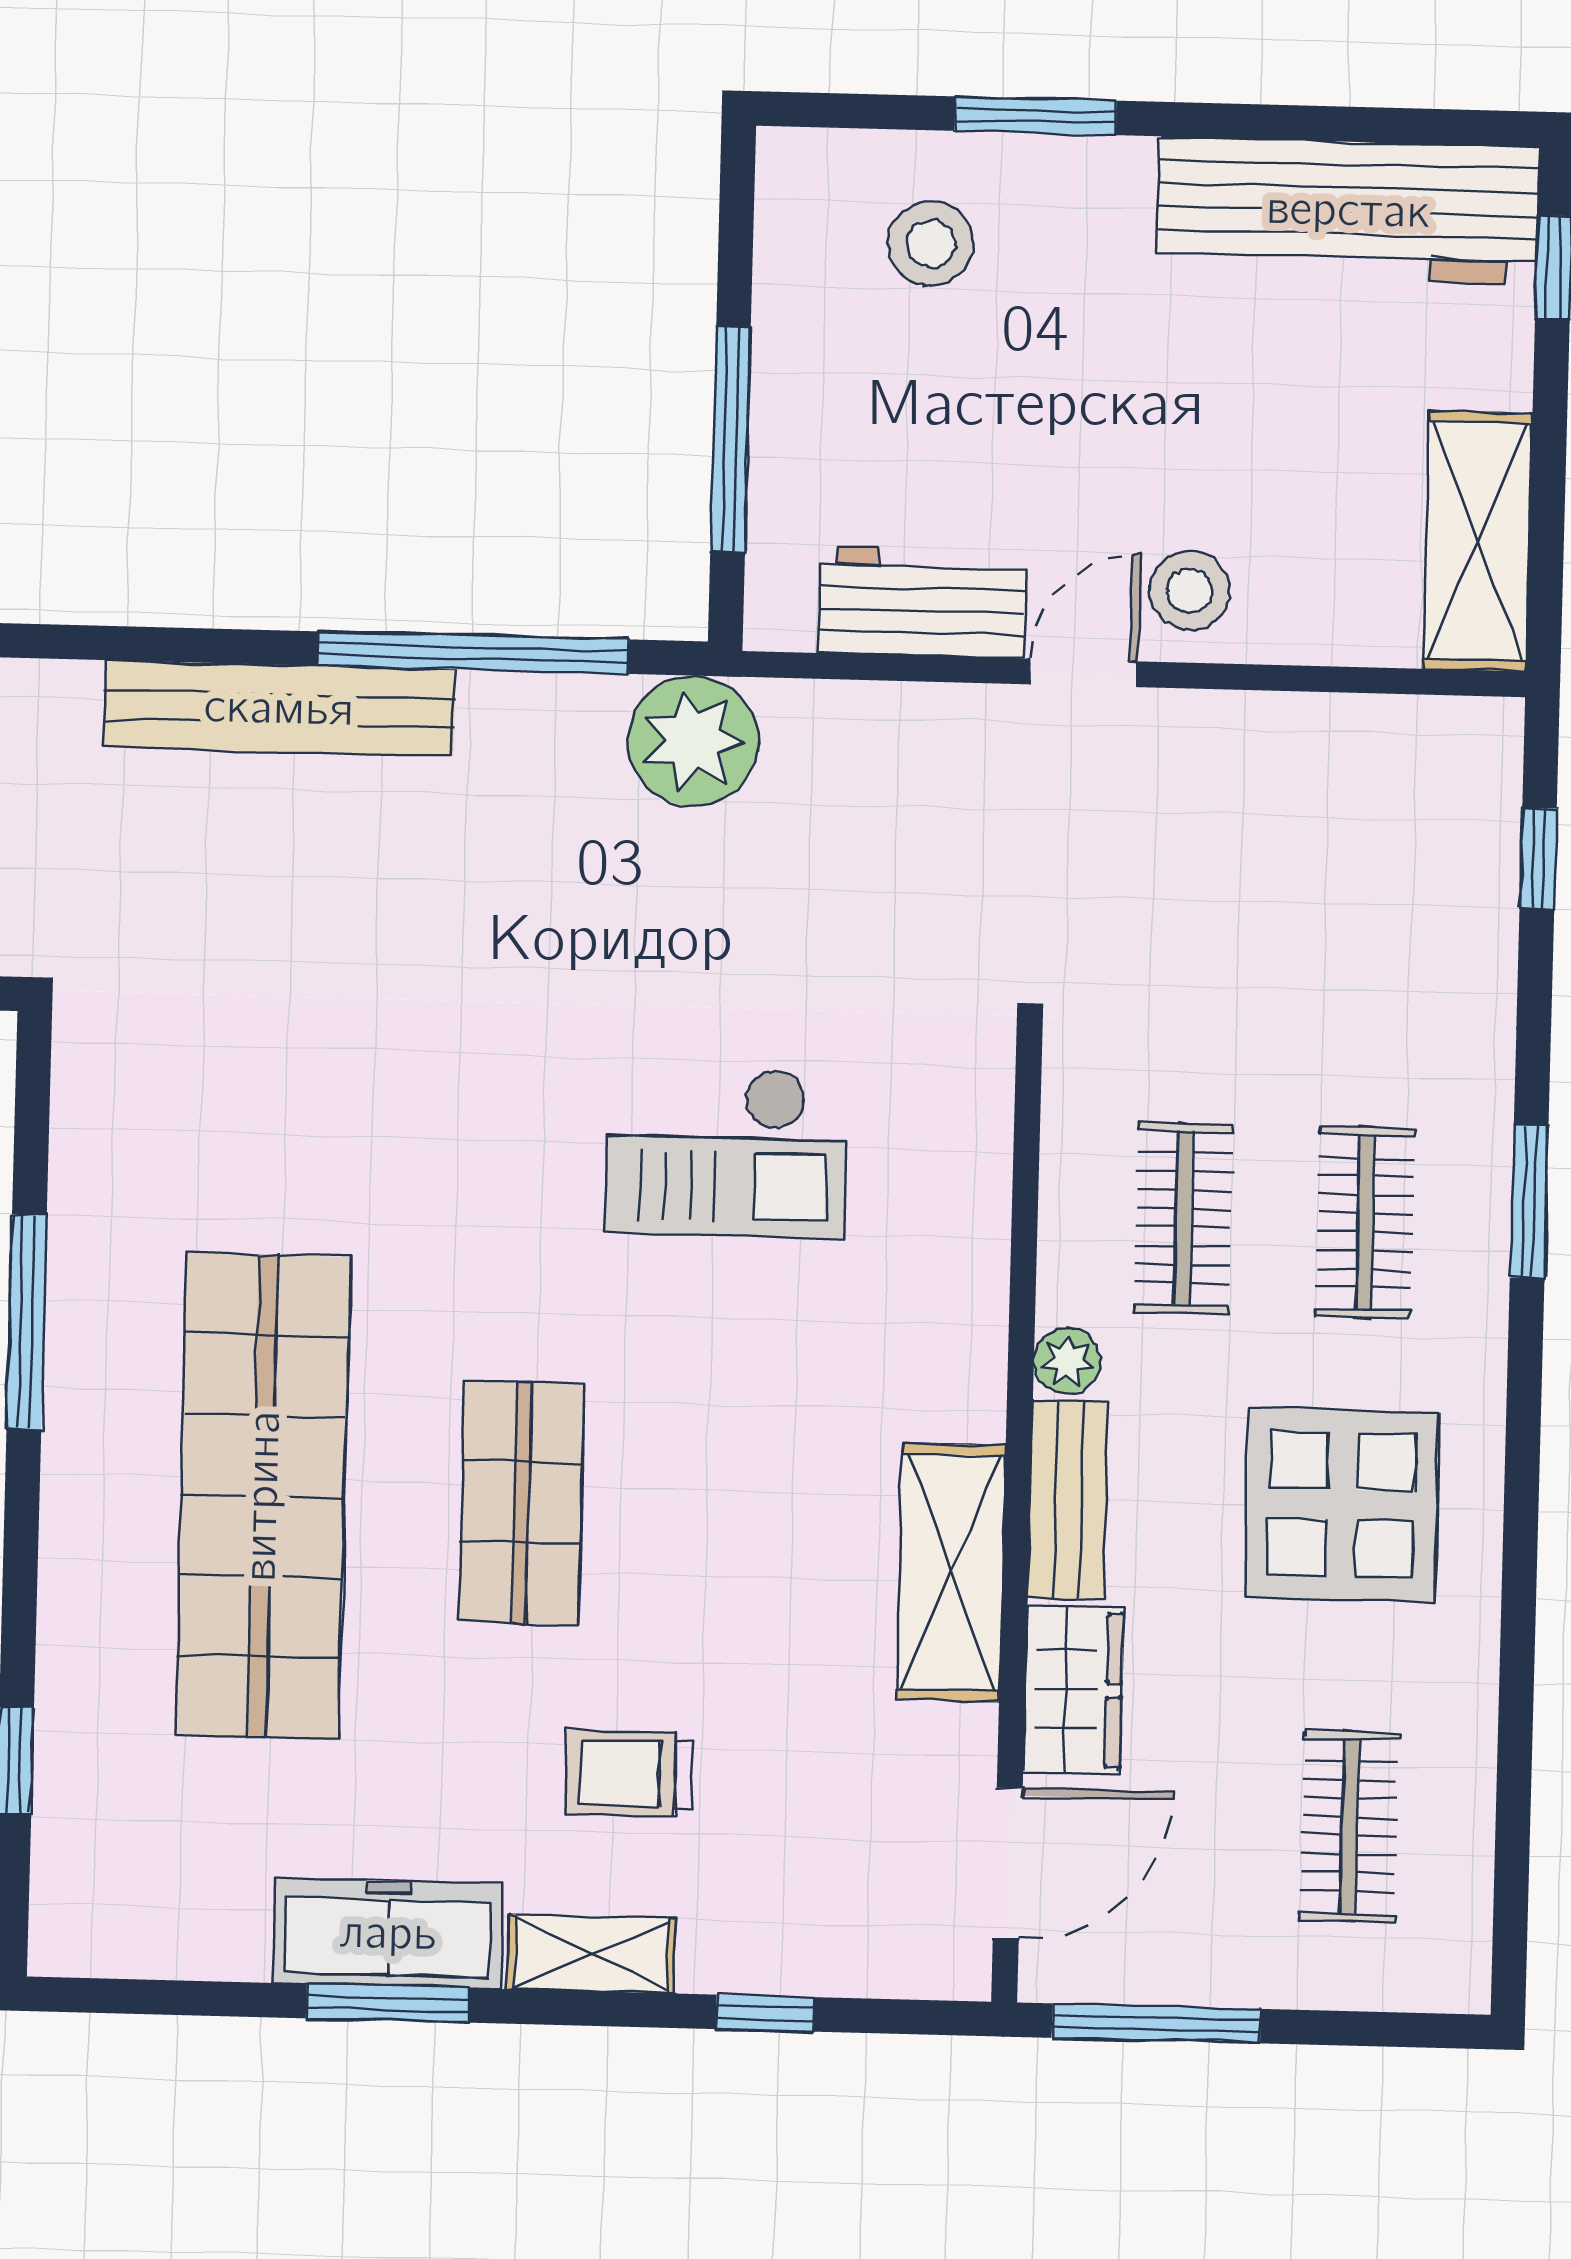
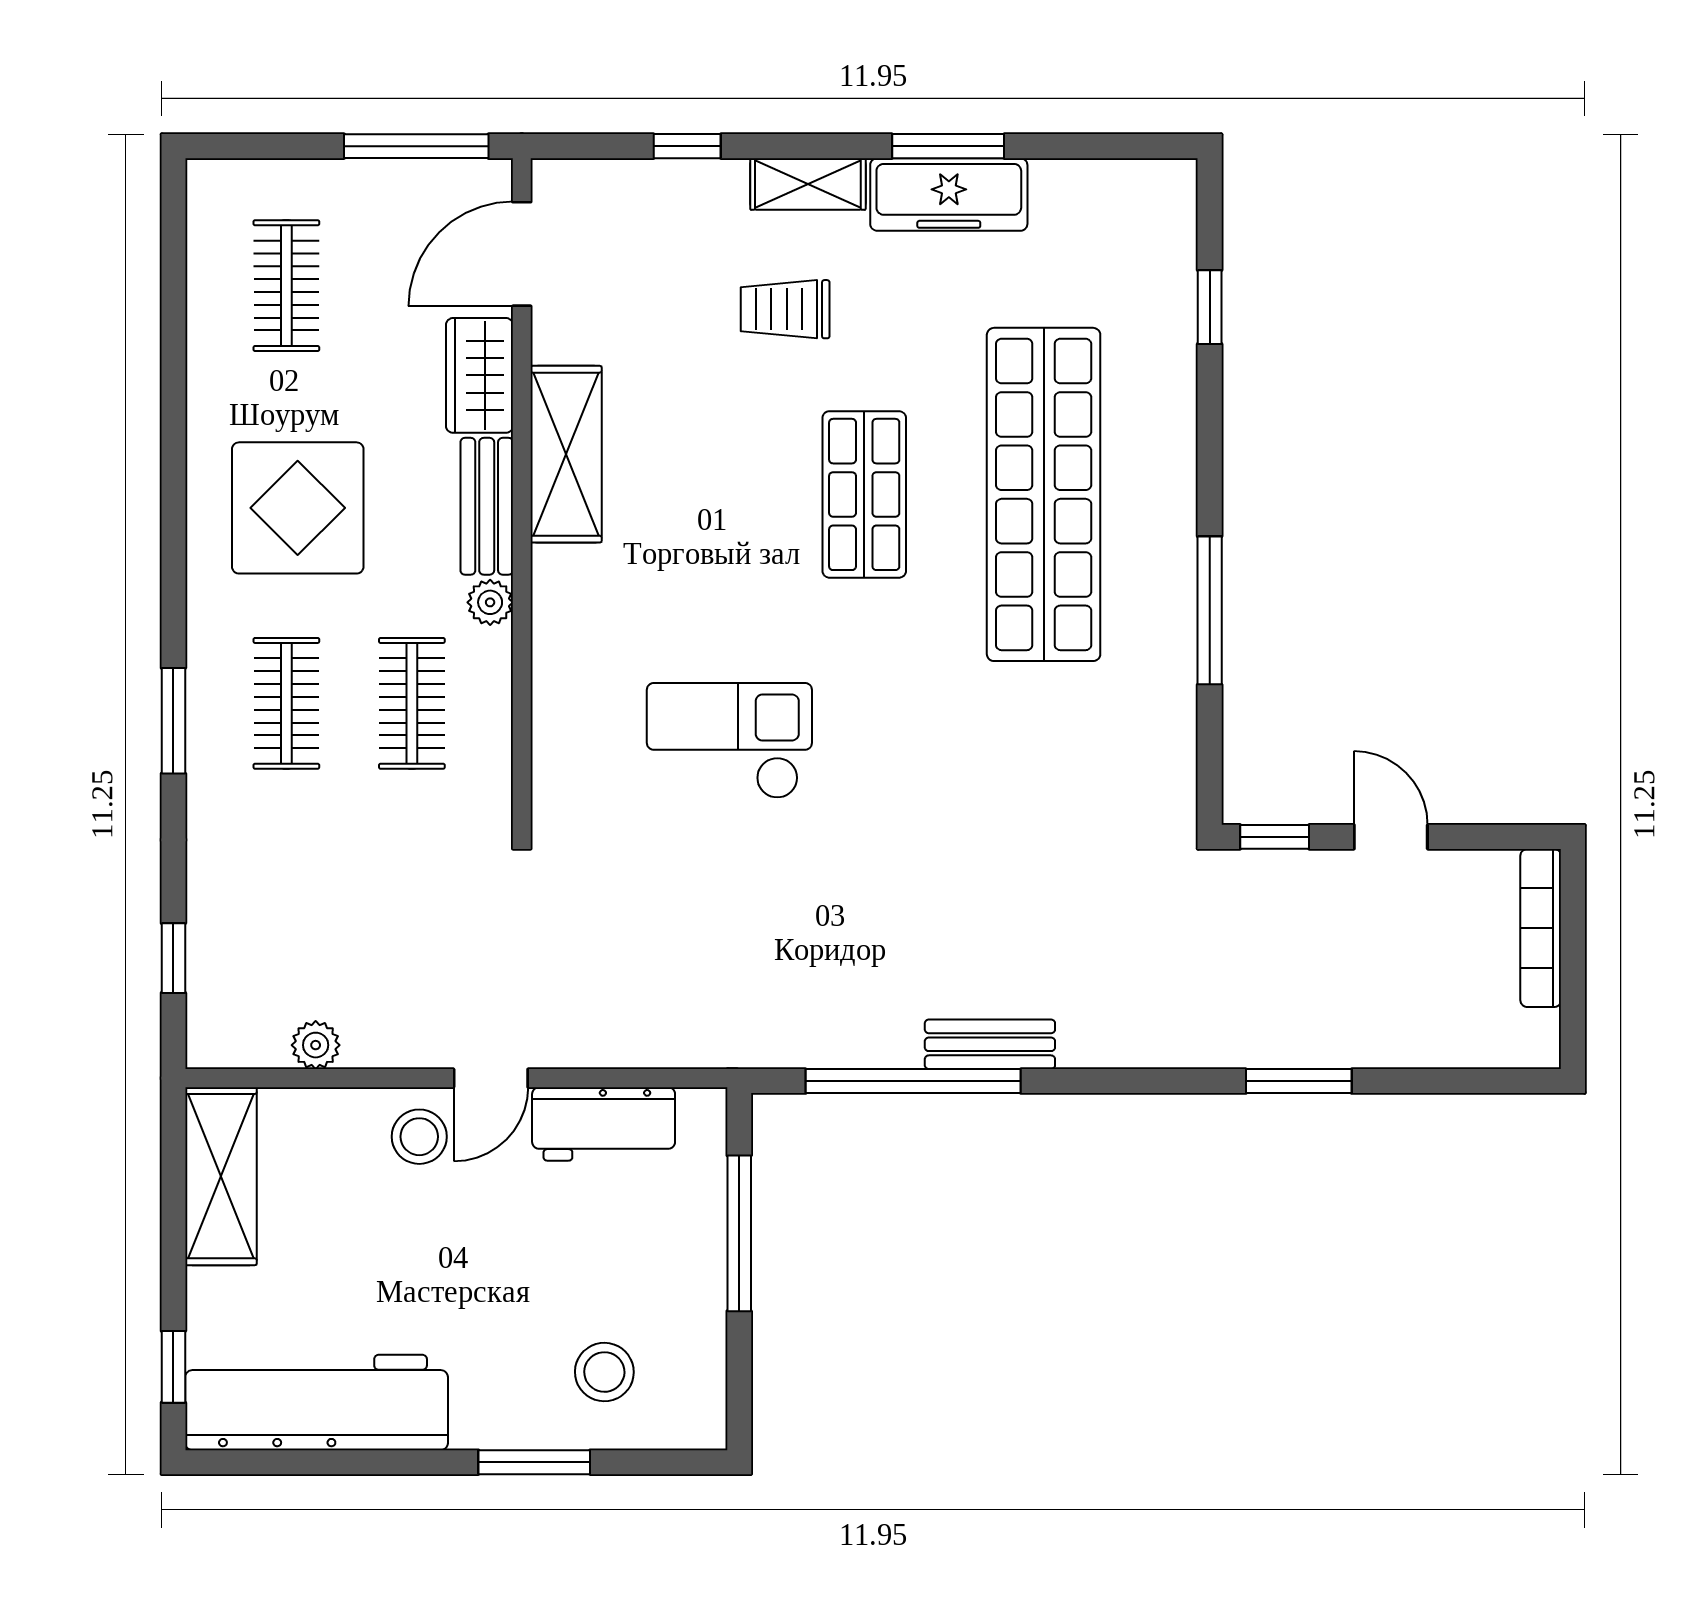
bench: (279, 708) -> (990, 1044), width x0.54, depth x0.82
plant: (693, 741) -> (316, 1045), moved, width x0.53, depth x0.53
trolley: (629, 1773) -> (785, 309), turned 180

